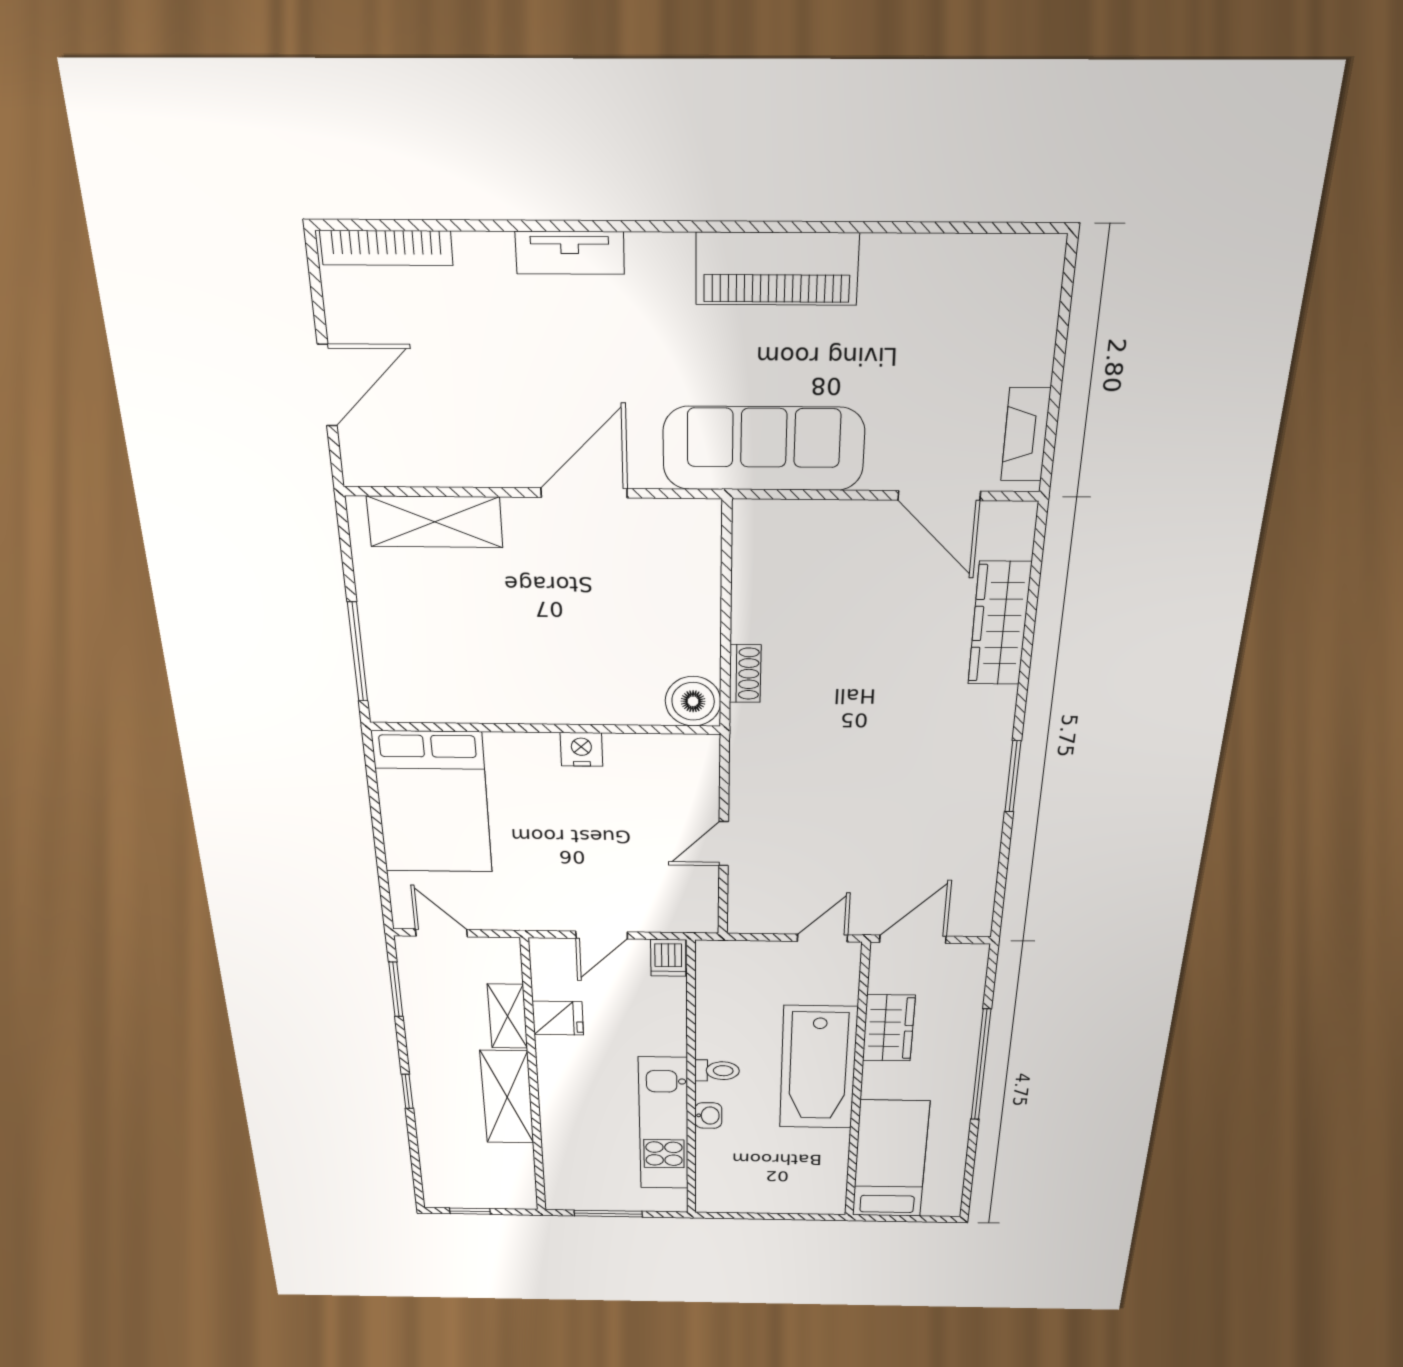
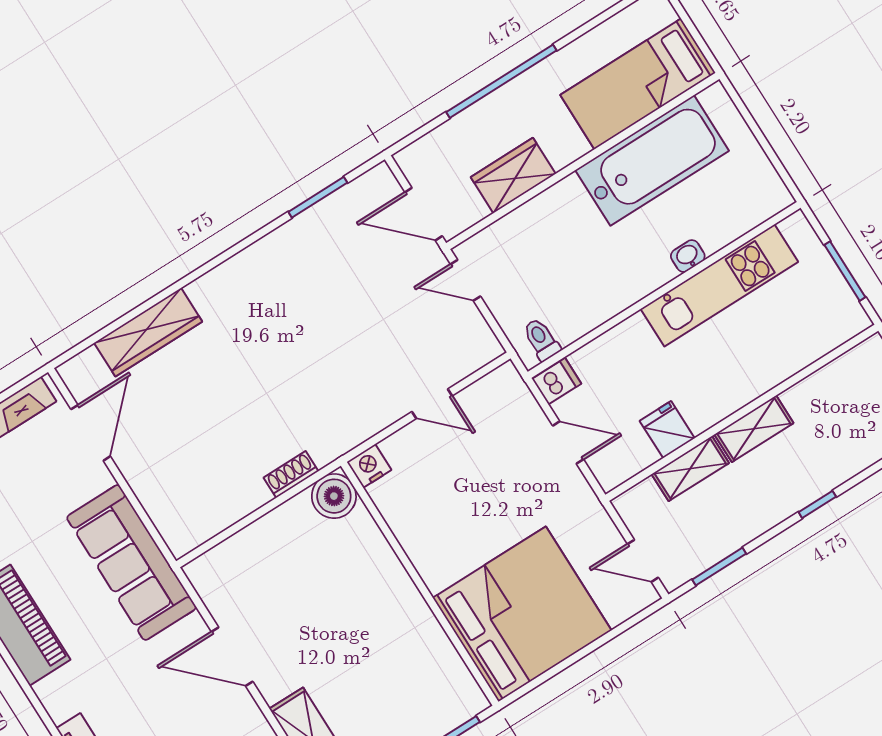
nightstand: (581, 749) -> (369, 466), moved, turned 90
window: (1013, 776) -> (318, 197), moved
bed: (433, 803) -> (522, 614), width x1.36
door: (441, 933) -> (643, 561), hinge flipped
bathtub: (818, 1068) -> (652, 160), moved
toilet: (717, 1071) -> (541, 339), moved
shelving: (507, 1097) -> (754, 429), width x0.67, depth x0.75

